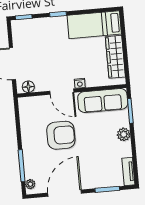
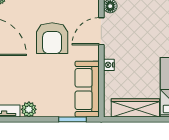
door: (62, 92) -> (101, 31), moved
plant: (124, 134) -> (29, 109), moved

